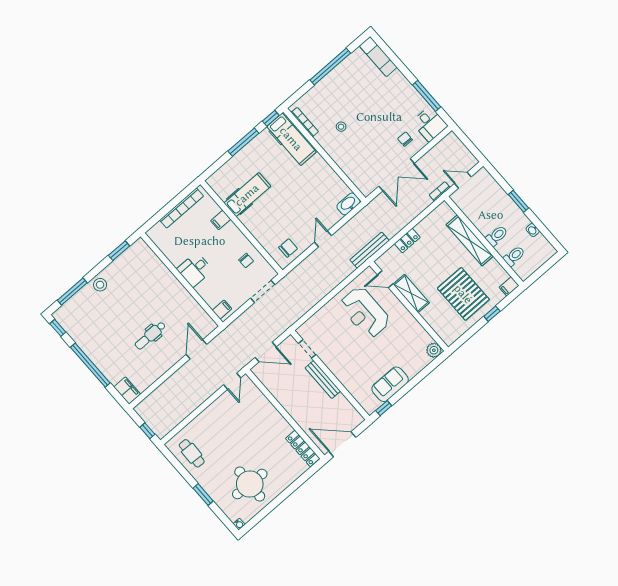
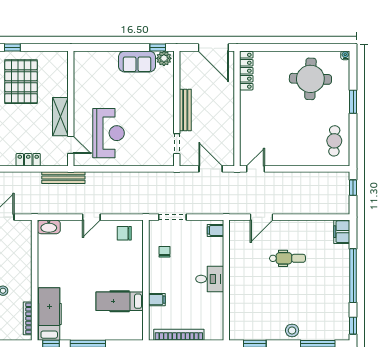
plant: (434, 350) -> (164, 58), moved

